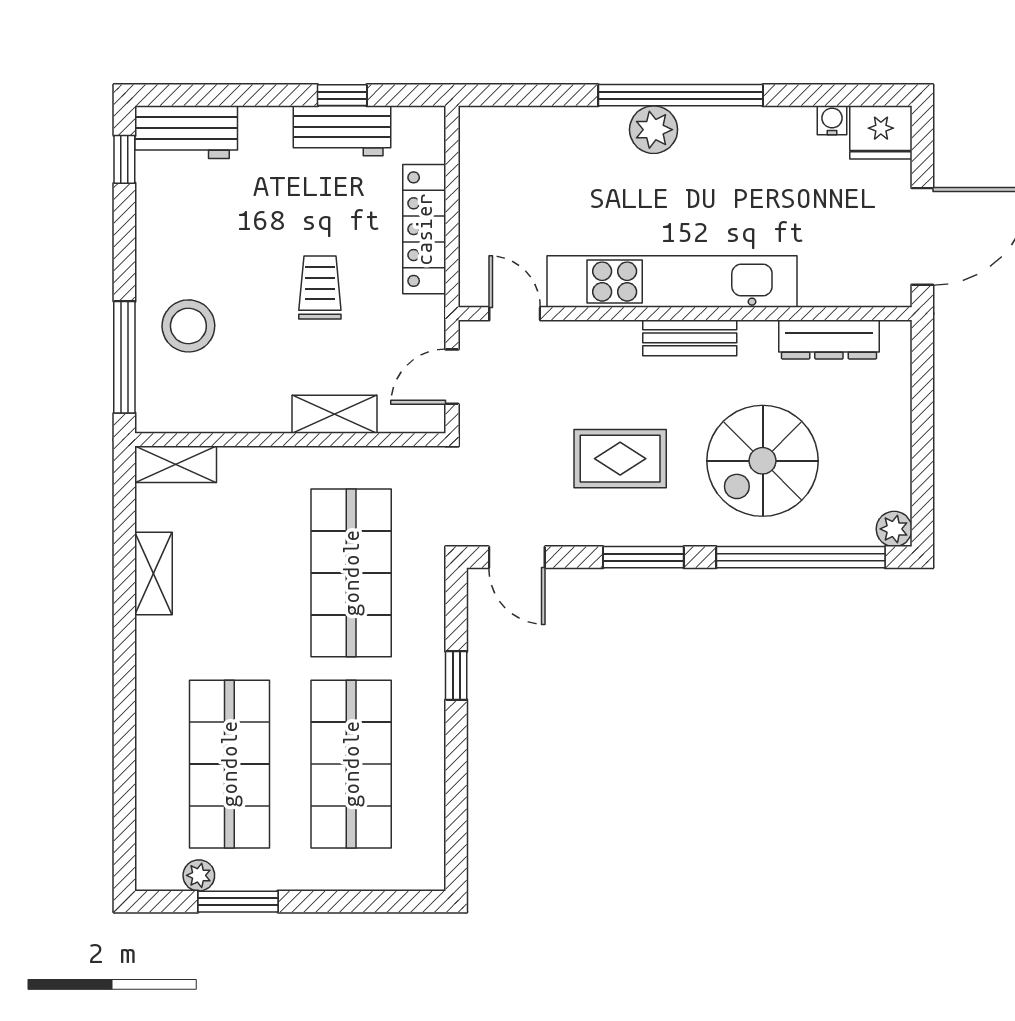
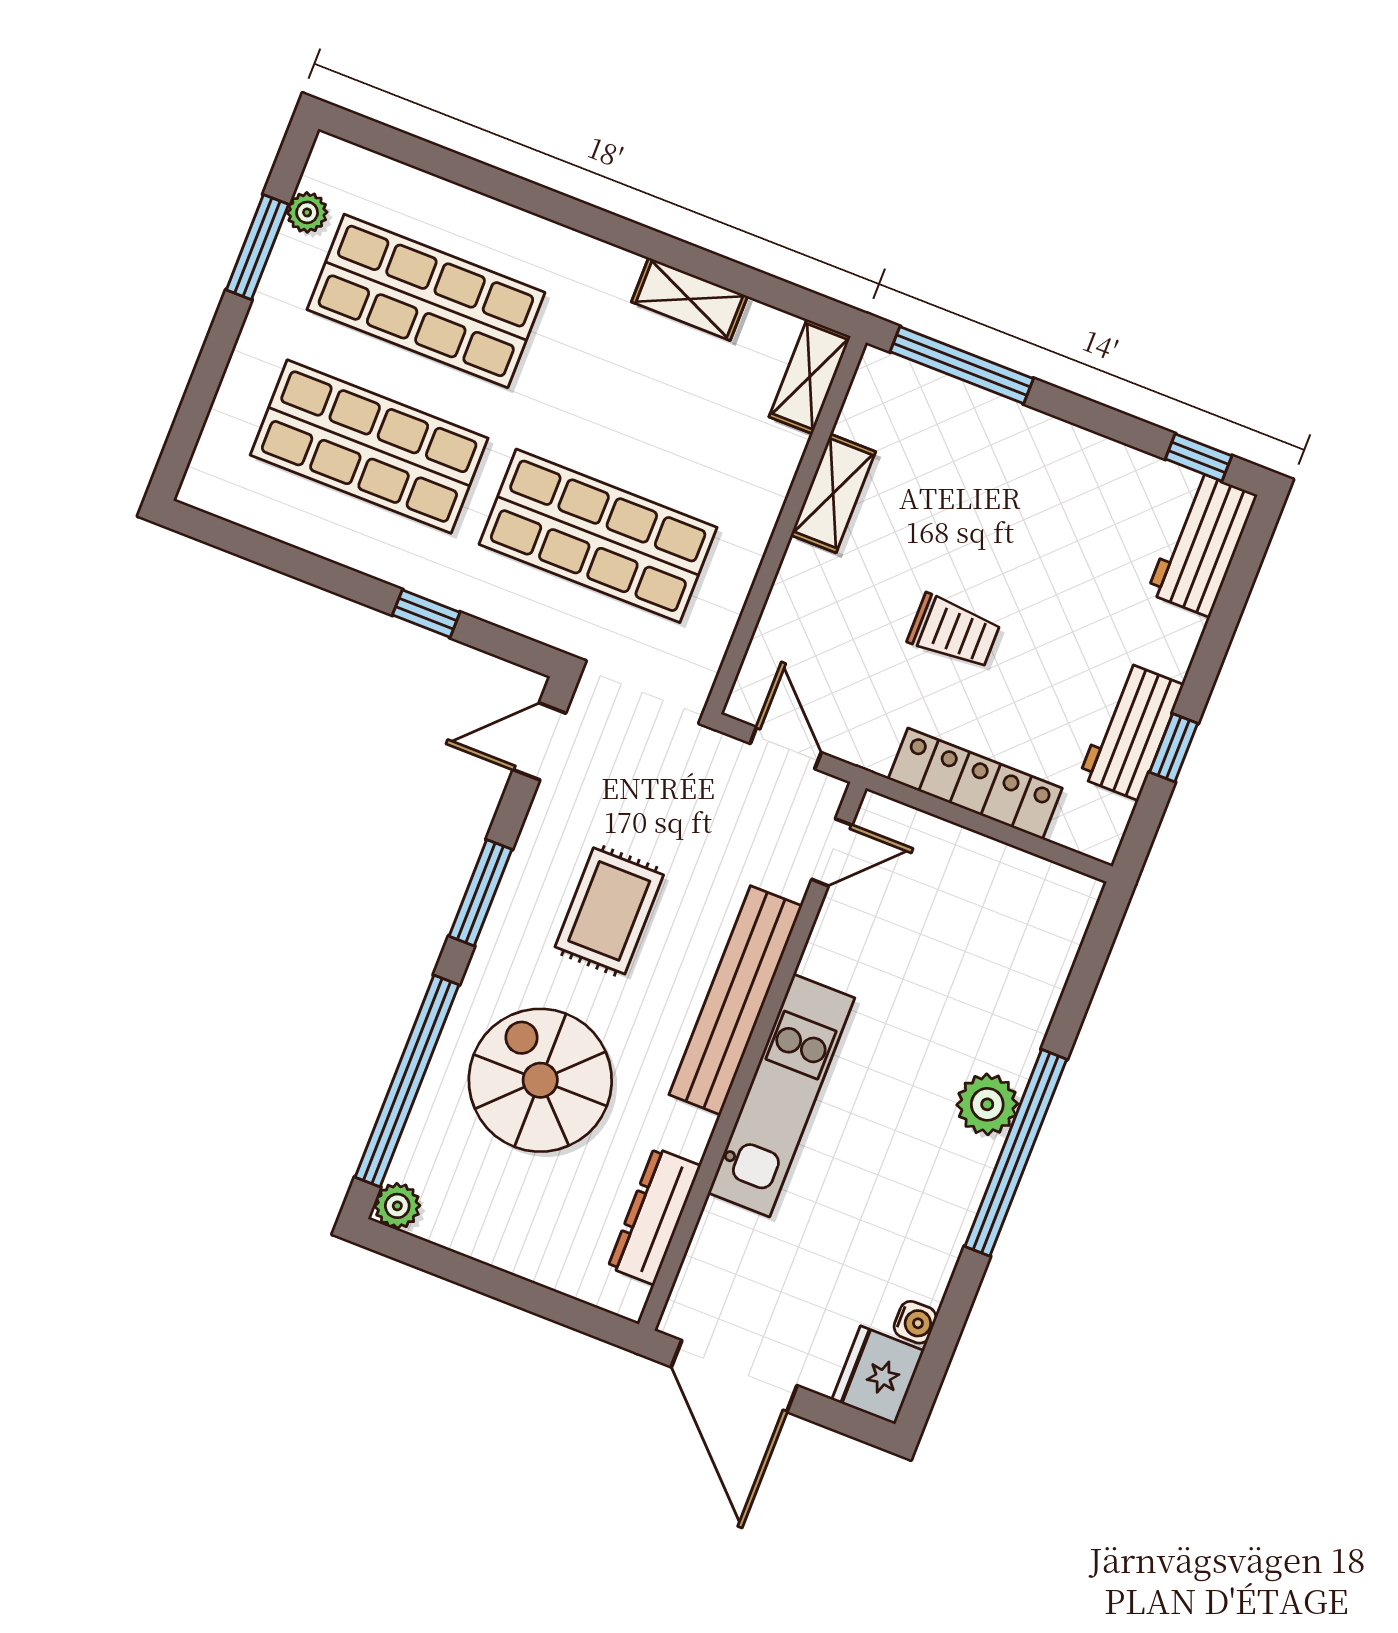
kitchen unit: (672, 282) -> (781, 1095), width x0.73
stool: (188, 326) -> (969, 456), removed
bench: (690, 338) -> (736, 1000), width x1.86, depth x1.21
shelving: (335, 414) -> (833, 493), moved

